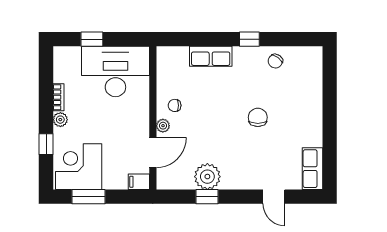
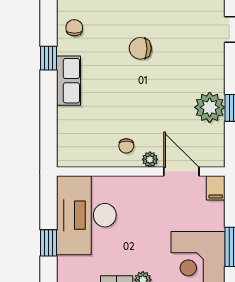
row of seats: (211, 56) -> (69, 81), moved
chair: (275, 61) -> (74, 28), turned -127

